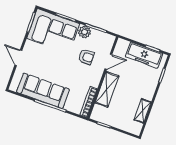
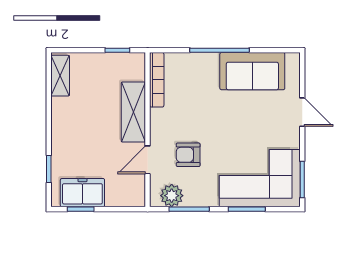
plant: (84, 32) -> (172, 196), moved
freezer: (144, 55) -> (82, 193), width x0.71
sofa: (43, 91) -> (252, 71), width x0.73
shelving: (143, 111) -> (60, 76), moved

